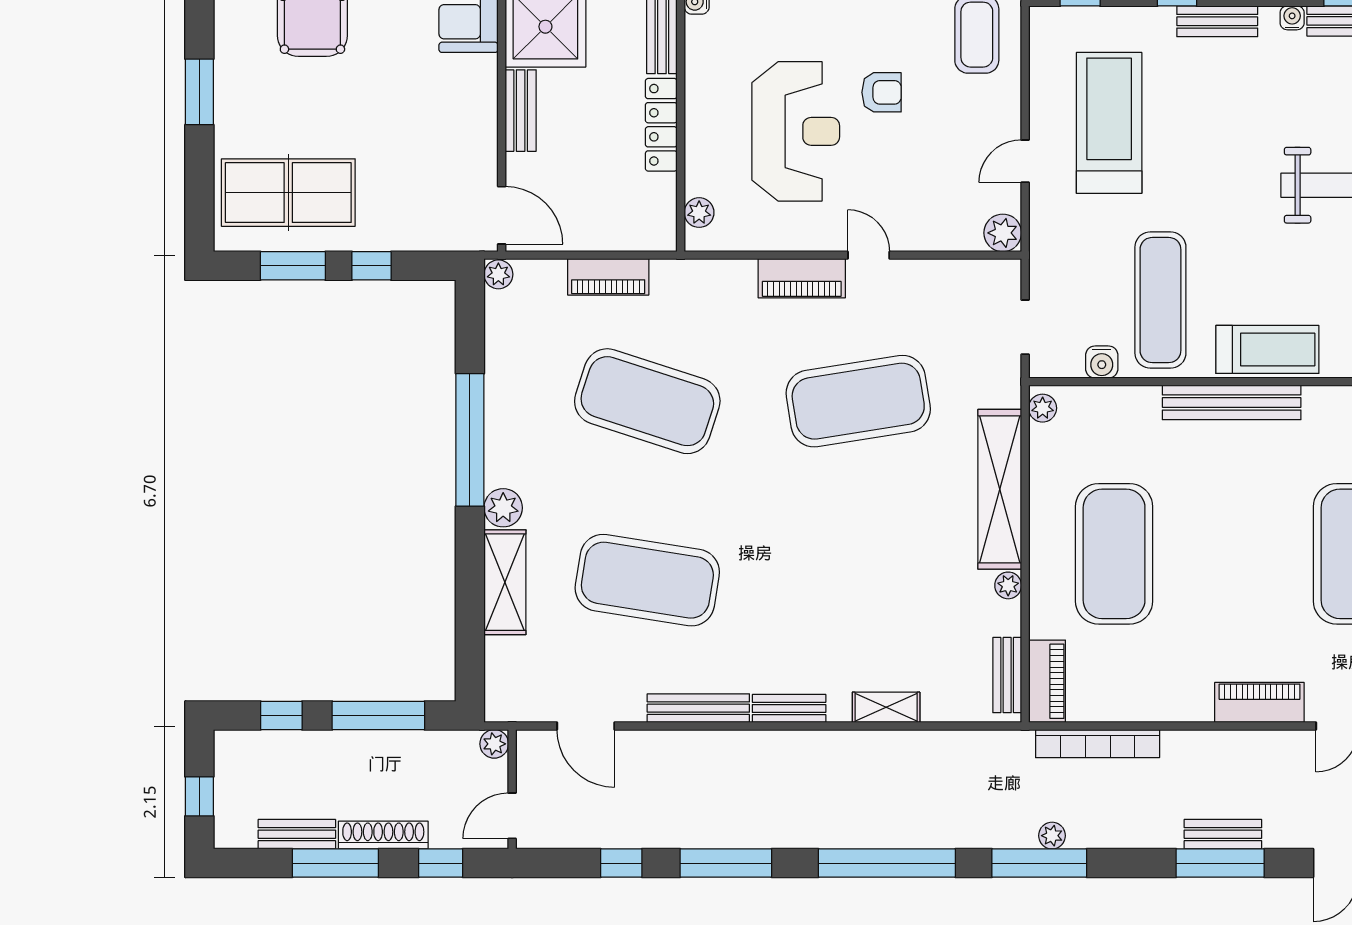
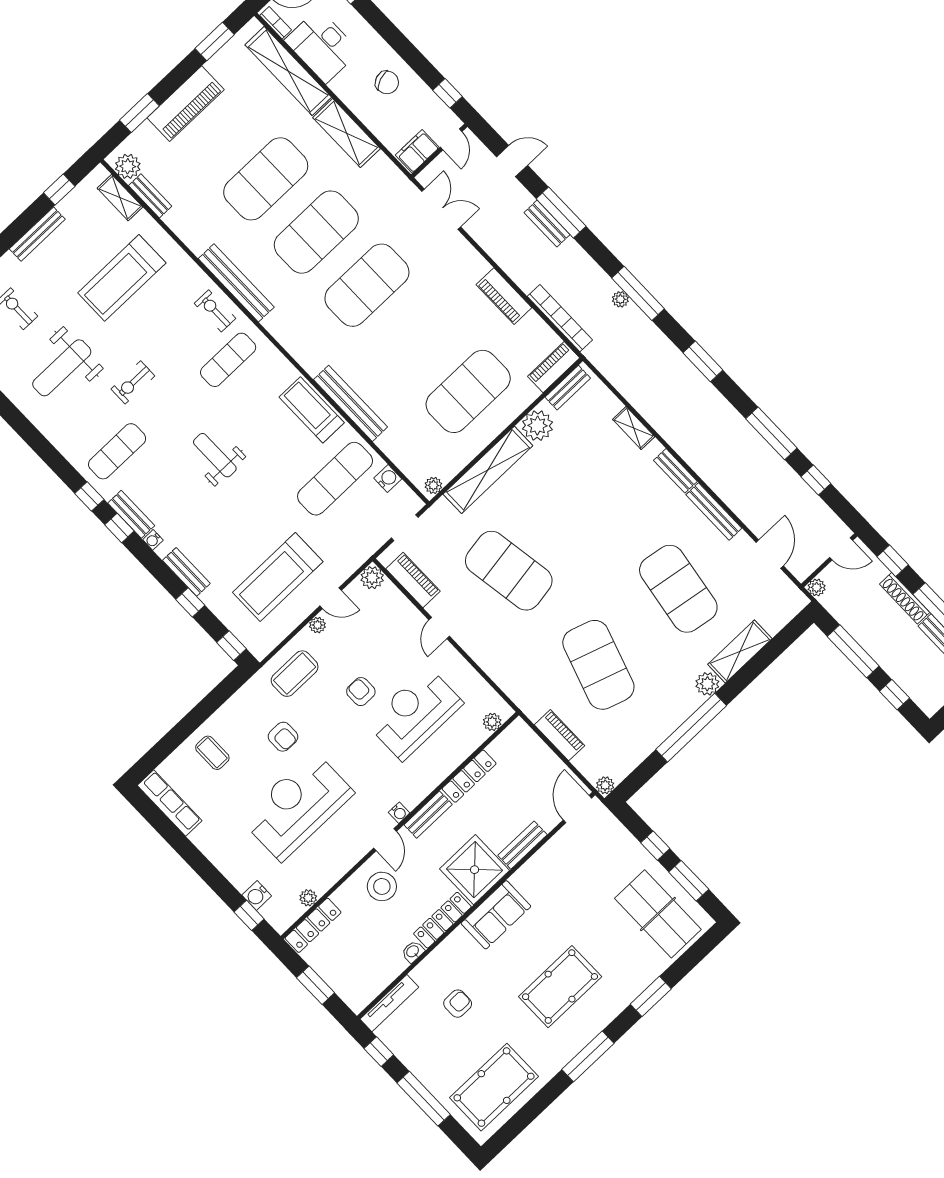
plant: (1008, 116) -> (317, 625), added
piano: (802, 278) -> (413, 580), moved
plant: (1008, 585) -> (537, 426), width x1.88, depth x1.88
piano: (1259, 702) -> (504, 296), moved
window: (887, 863) -> (703, 361), width x0.47

